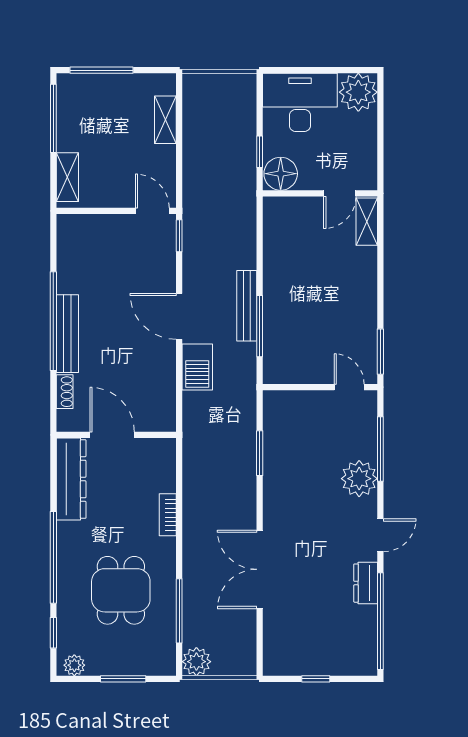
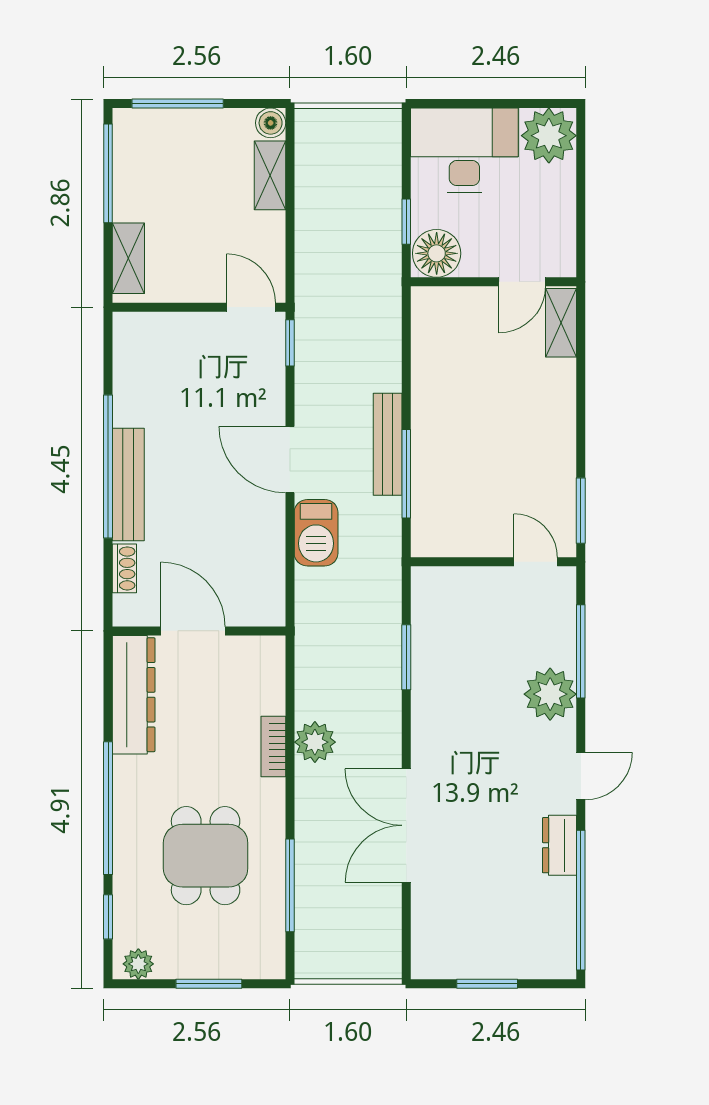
boiler: (166, 83) -> (271, 123), added
plant: (196, 662) -> (315, 742), moved
window: (316, 679) -> (487, 984), width x1.50

